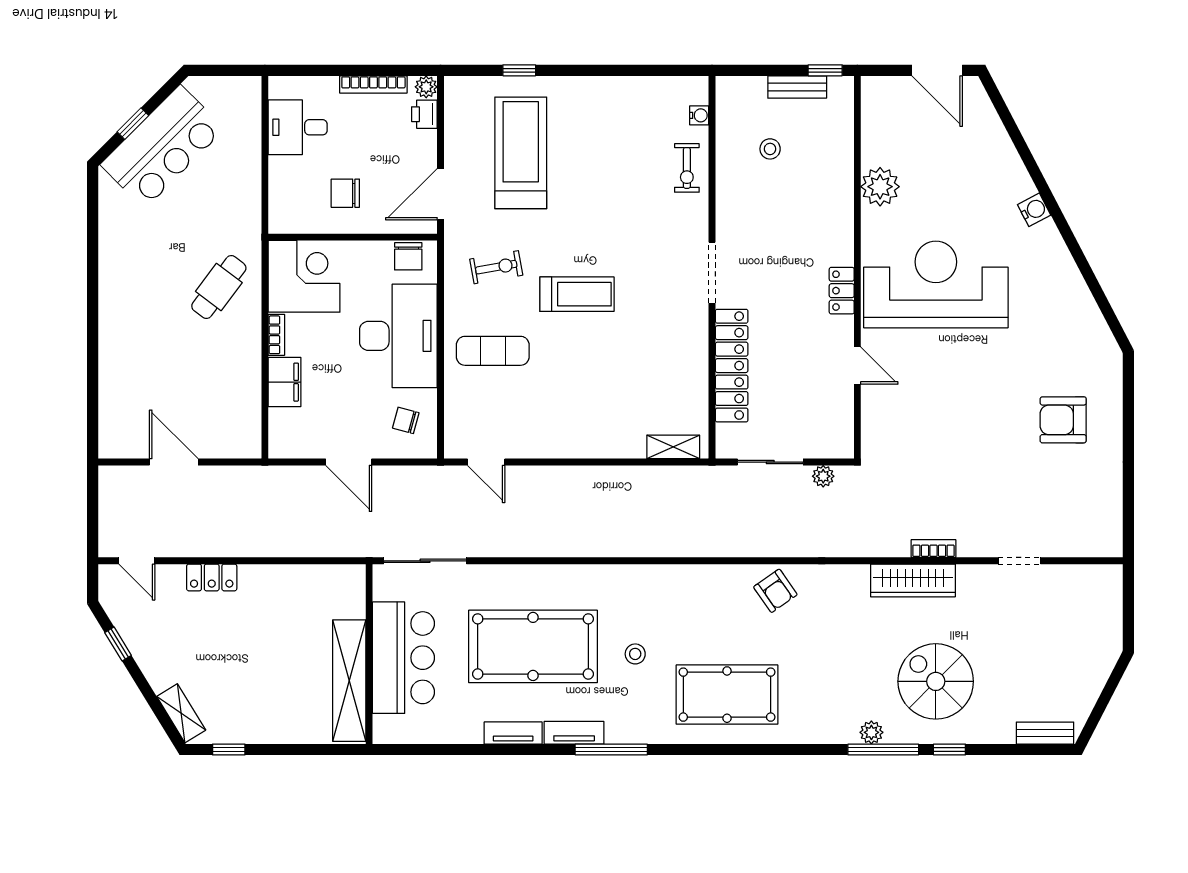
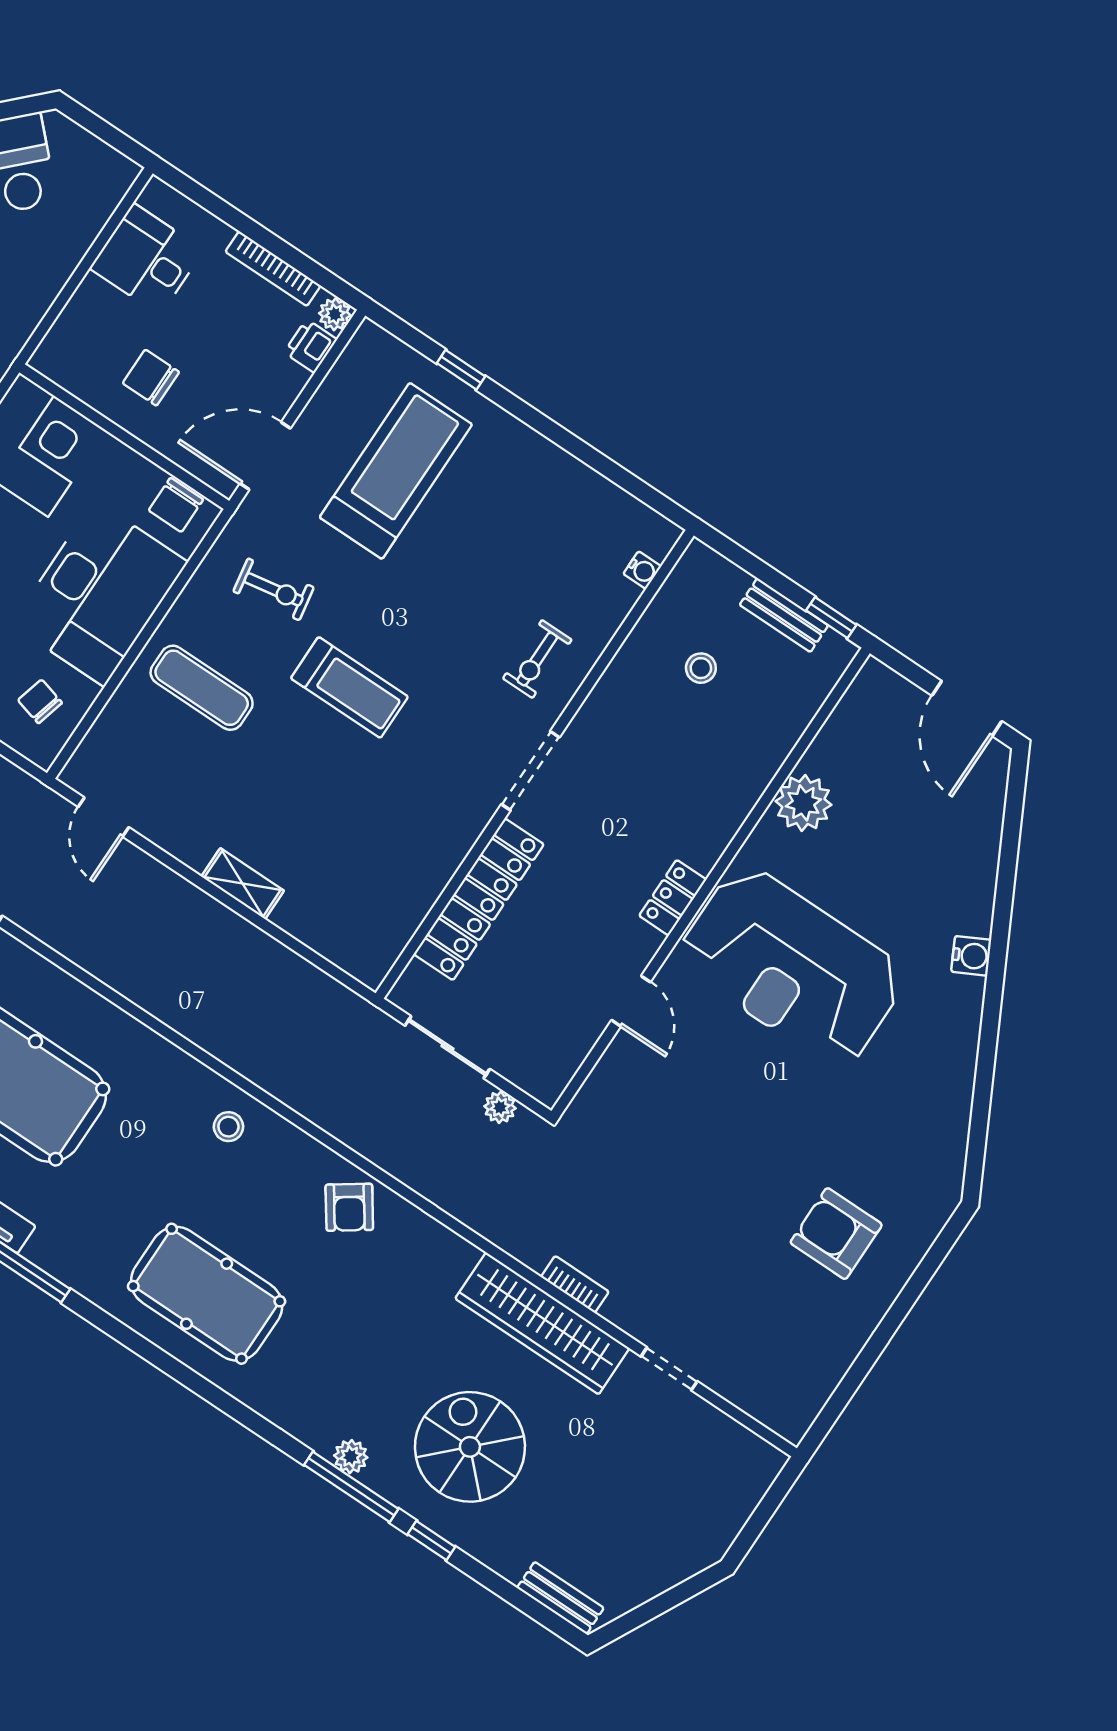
exercise bike: (687, 168) -> (537, 659), moved
reception desk: (936, 284) -> (792, 967), turned 180
shelving: (673, 447) -> (243, 884), moved
wardrobe: (913, 580) -> (542, 1323), width x1.40, depth x1.17
stool: (635, 654) -> (228, 1127), moved

